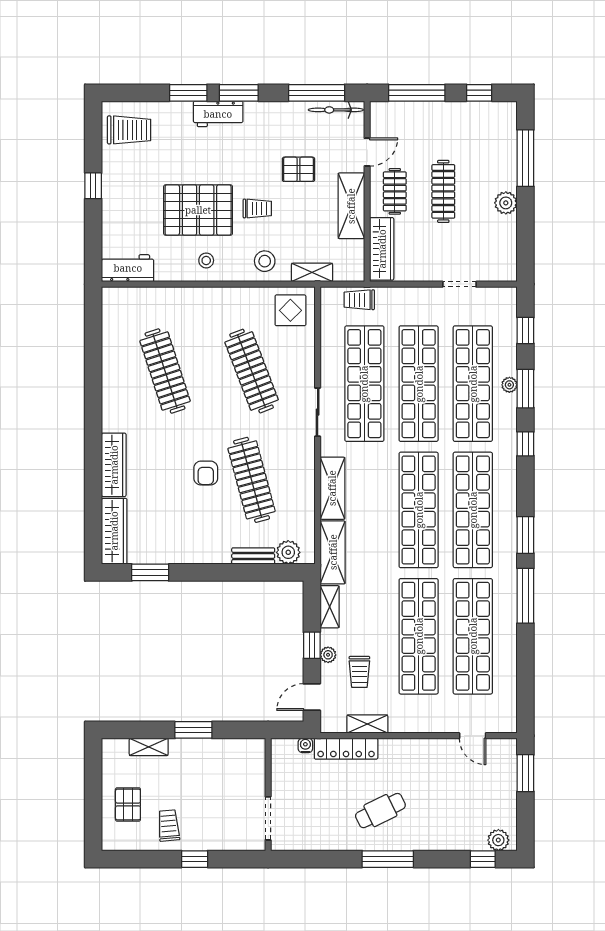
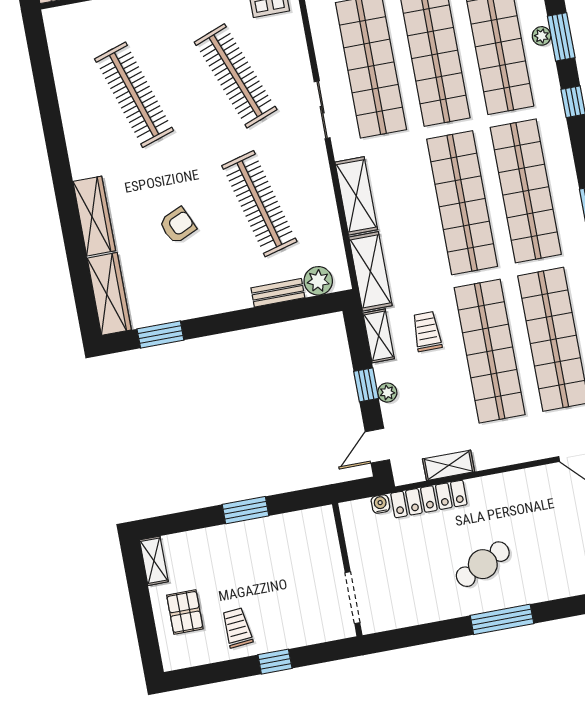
armchair: (206, 473) -> (178, 225), moved, turned -114
trolley: (359, 672) -> (427, 331), moved, turned 180
shelving: (149, 747) -> (154, 561), moved, turned 90

